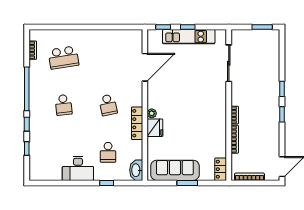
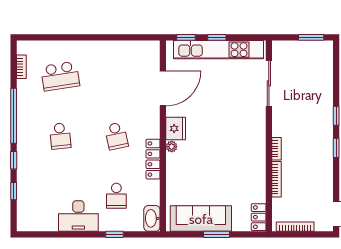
kitchen unit: (189, 37) -> (218, 50), width x1.36
fridge: (155, 128) -> (176, 128), moved

